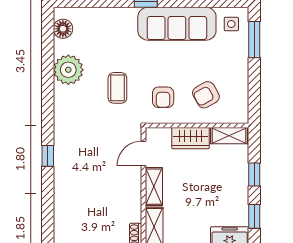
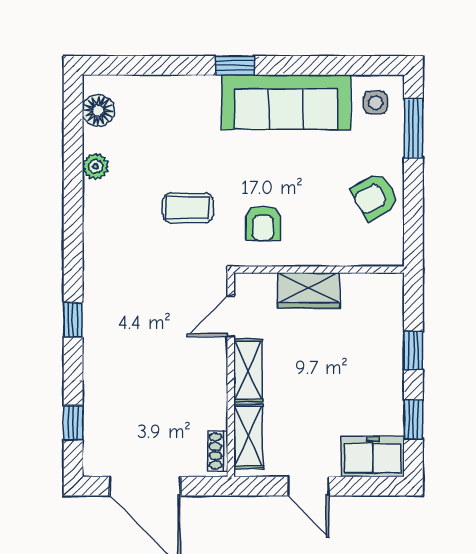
plant: (68, 70) -> (95, 166), width x0.53, depth x0.53
coffee table: (117, 88) -> (188, 208), turned 90
armchair: (206, 95) -> (375, 196), moved
shelving: (229, 136) -> (372, 286), removed
window: (48, 218) -> (73, 423), added

